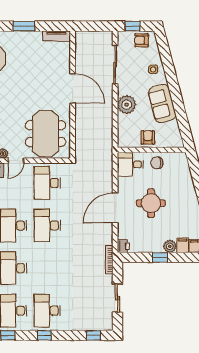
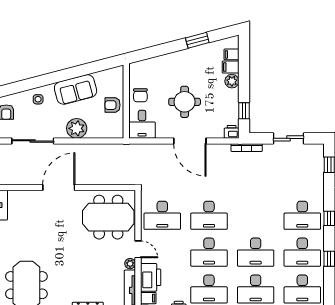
window: (160, 257) -> (244, 111), moved

